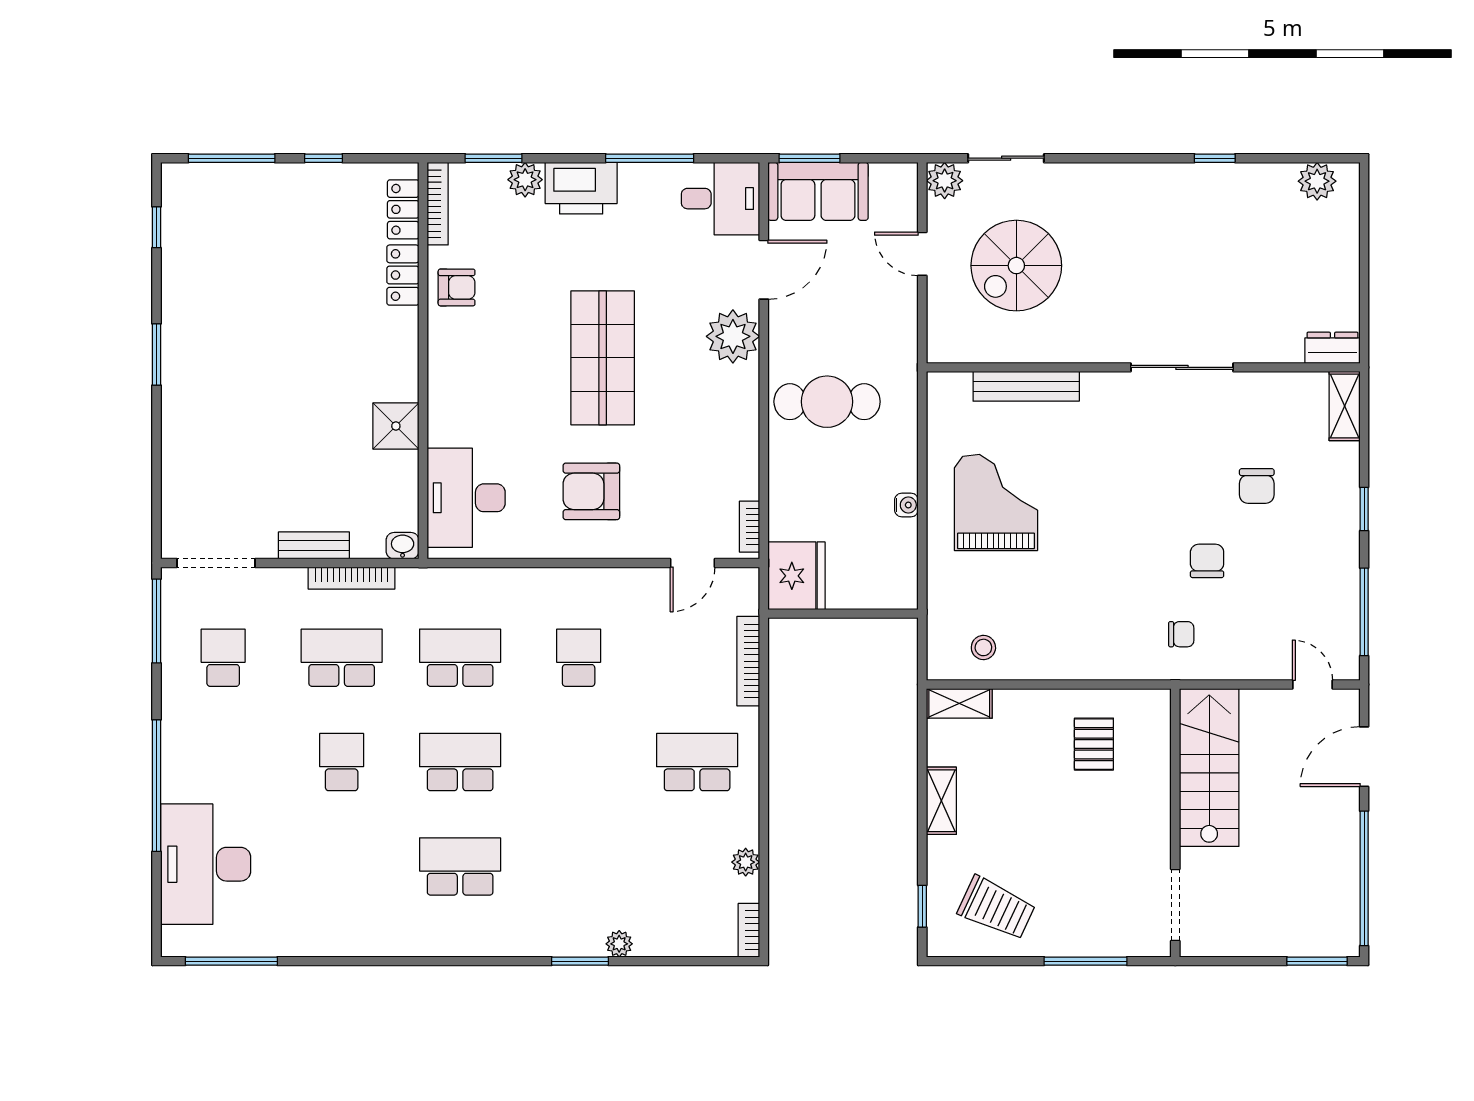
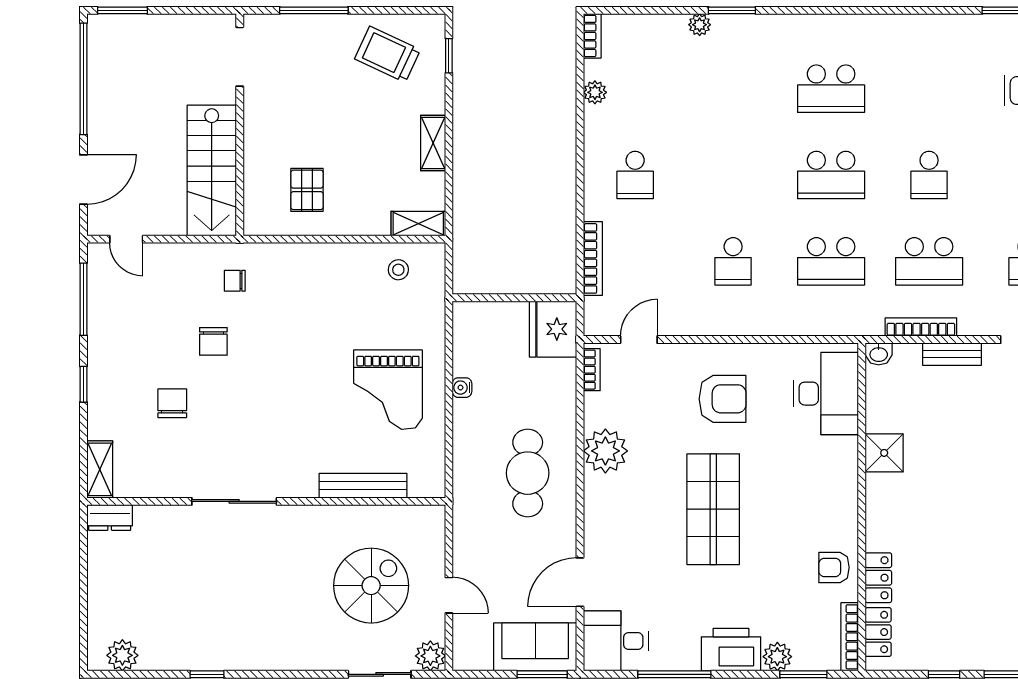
plant: (733, 336) -> (605, 451), moved
cafe table: (827, 402) -> (528, 473), turned 90
school desk: (697, 762) -> (635, 175), width x0.54

